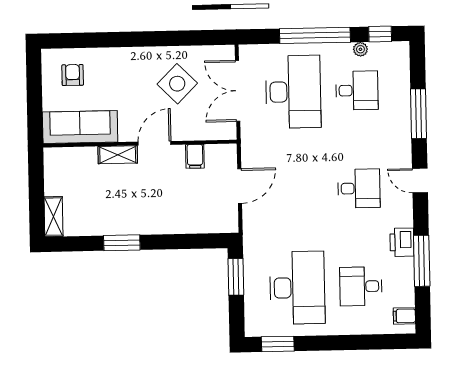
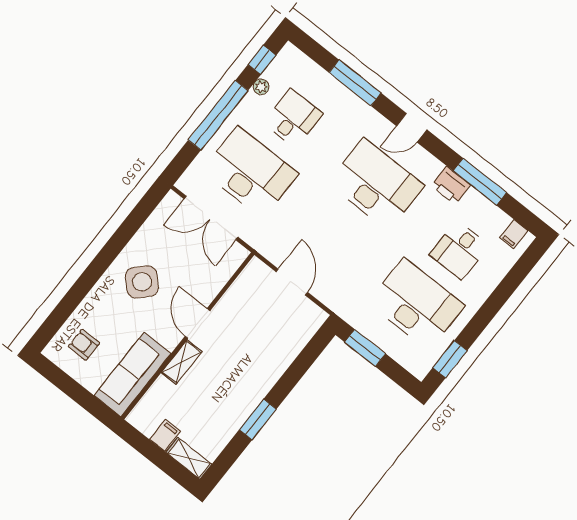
side table: (177, 84) -> (142, 282), moved
filing cabinet: (195, 156) -> (165, 435), moved, turned -90
desk: (359, 188) -> (376, 184), width x1.87, depth x1.30

